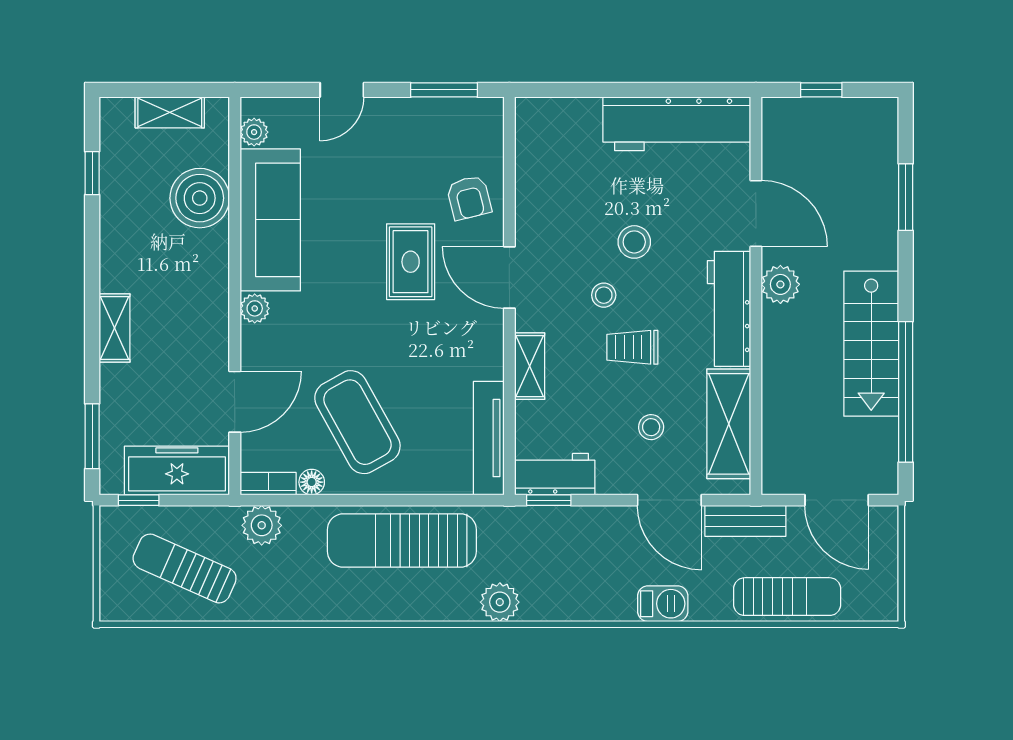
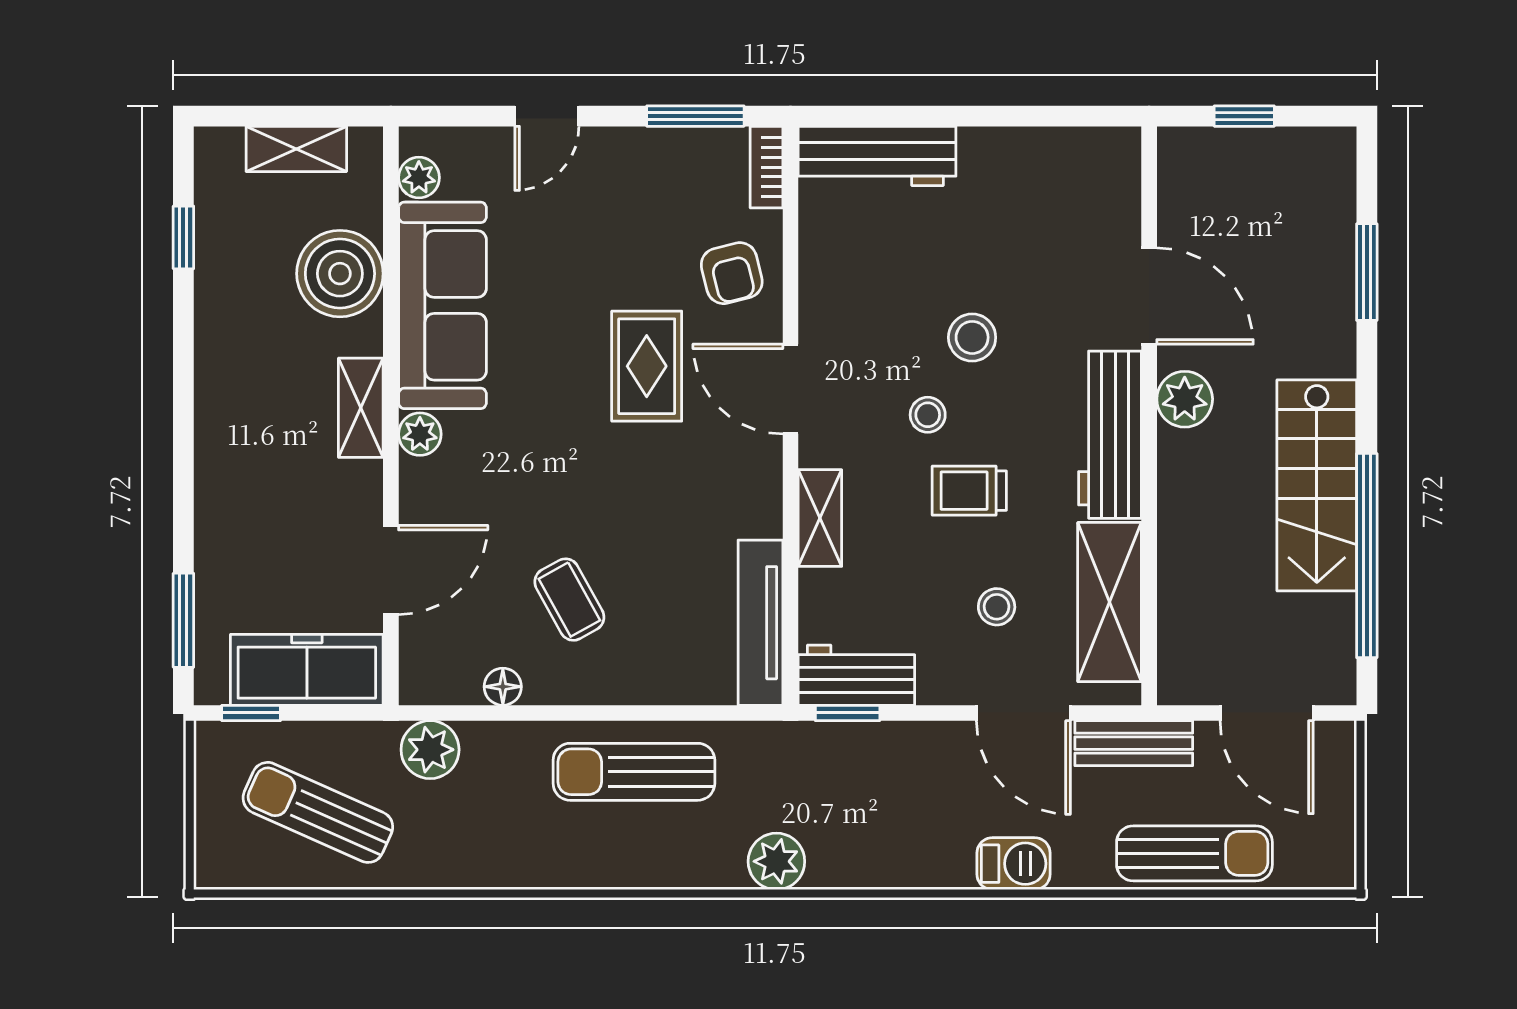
workbench: (677, 124) -> (877, 156), moved, width x0.73, depth x0.76
shelving: (115, 328) -> (361, 408), moved
coffee table: (357, 422) -> (569, 600), width x0.54, depth x0.58
bookcase: (268, 484) -> (766, 167), moved, turned -90
sun lounger: (402, 541) -> (634, 772), width x0.73, depth x0.75

